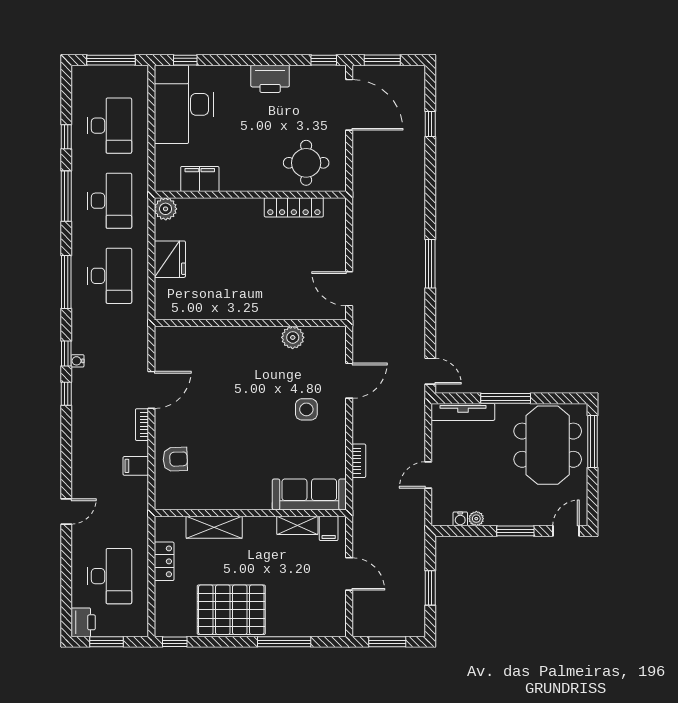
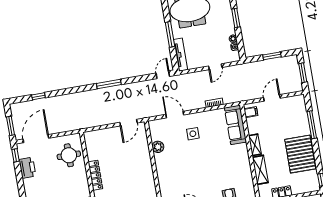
printer: (270, 79) -> (27, 168), moved
locker: (294, 207) -> (95, 175), moved
door: (428, 475) -> (215, 67), hinge flipped
shelving: (297, 525) -> (255, 145), moved

